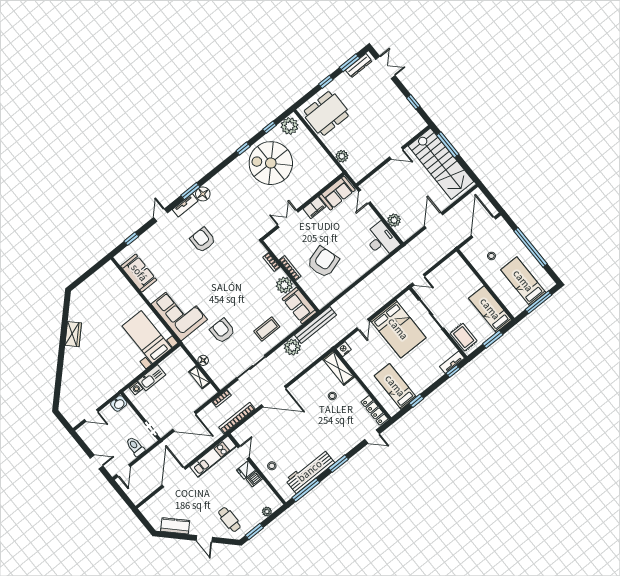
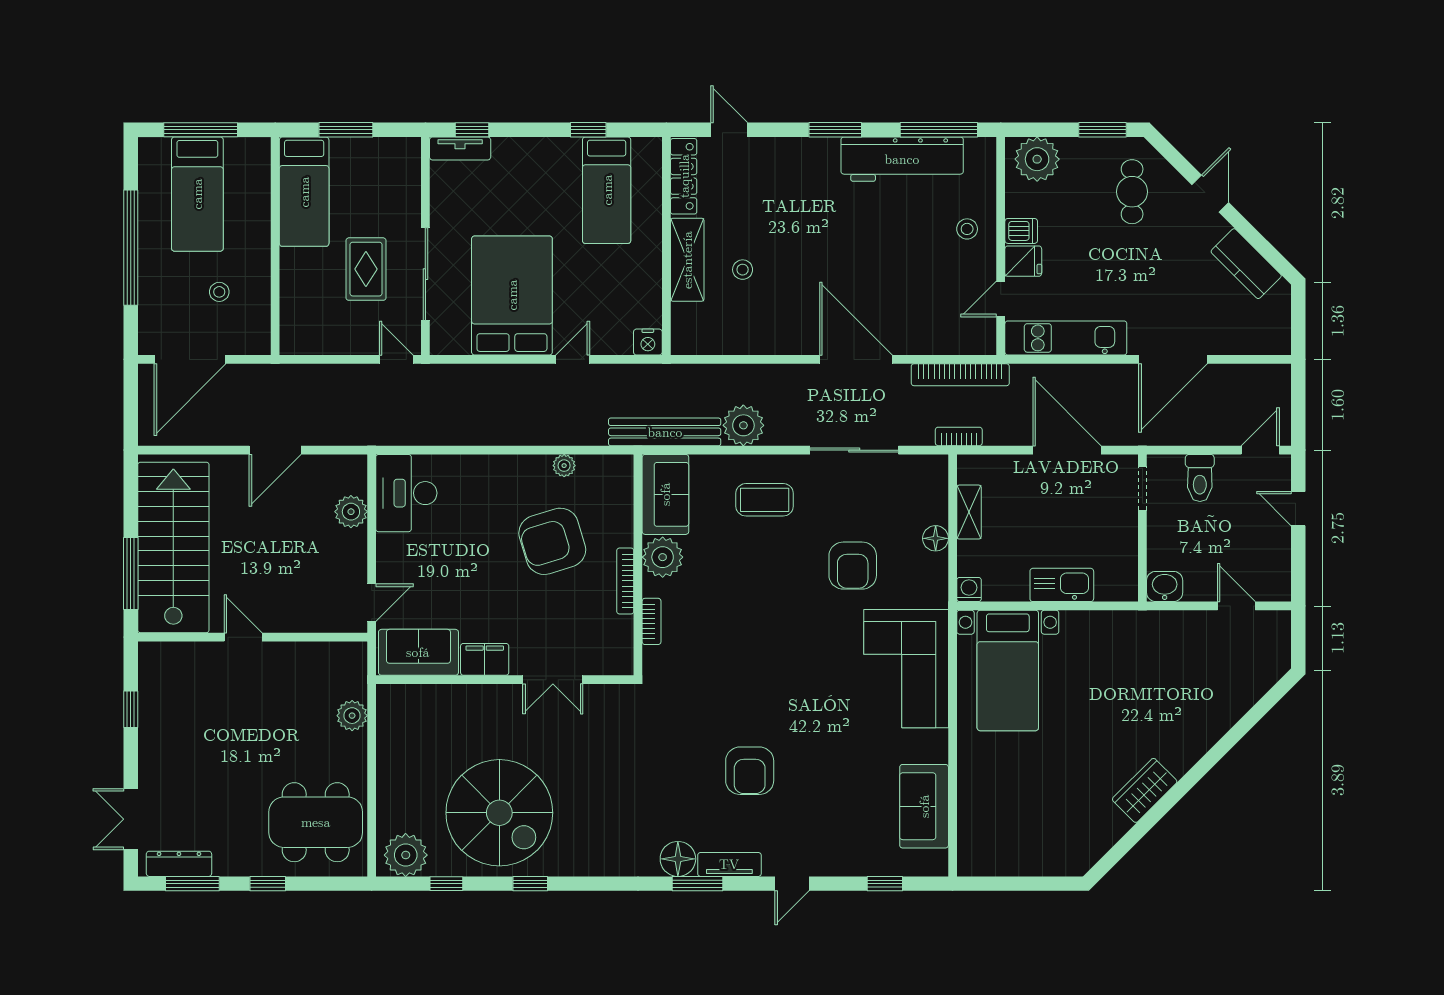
plant: (339, 289) -> (564, 466), added
rug: (464, 337) -> (366, 269), moved
shelving: (339, 368) -> (687, 260), moved
washing machine: (136, 388) -> (969, 589), moved
plant: (267, 512) -> (1037, 159), width x1.87, depth x1.87

